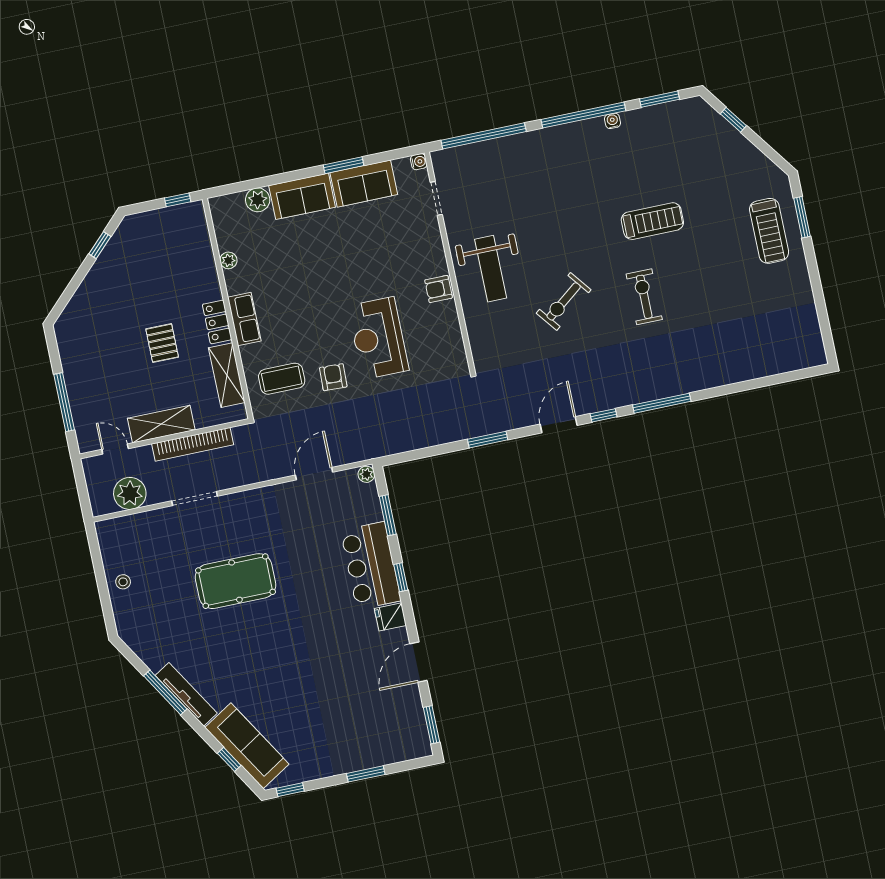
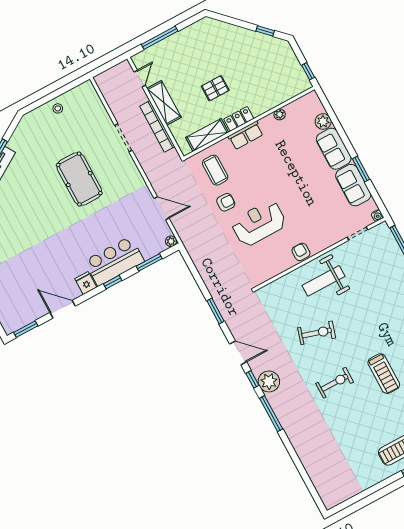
exercise bike: (564, 301) -> (317, 333), turned 145
plant: (130, 493) -> (269, 381), moved

